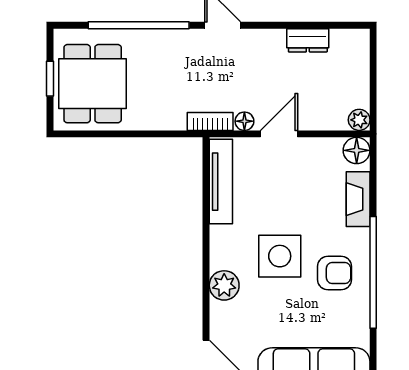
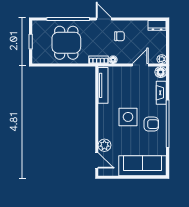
dresser: (308, 40) -> (157, 25), moved
chair: (259, 66) -> (119, 36), added
dining table: (93, 84) -> (66, 43), moved
door: (279, 134) -> (140, 65), moved
plant: (224, 285) -> (104, 145), moved

